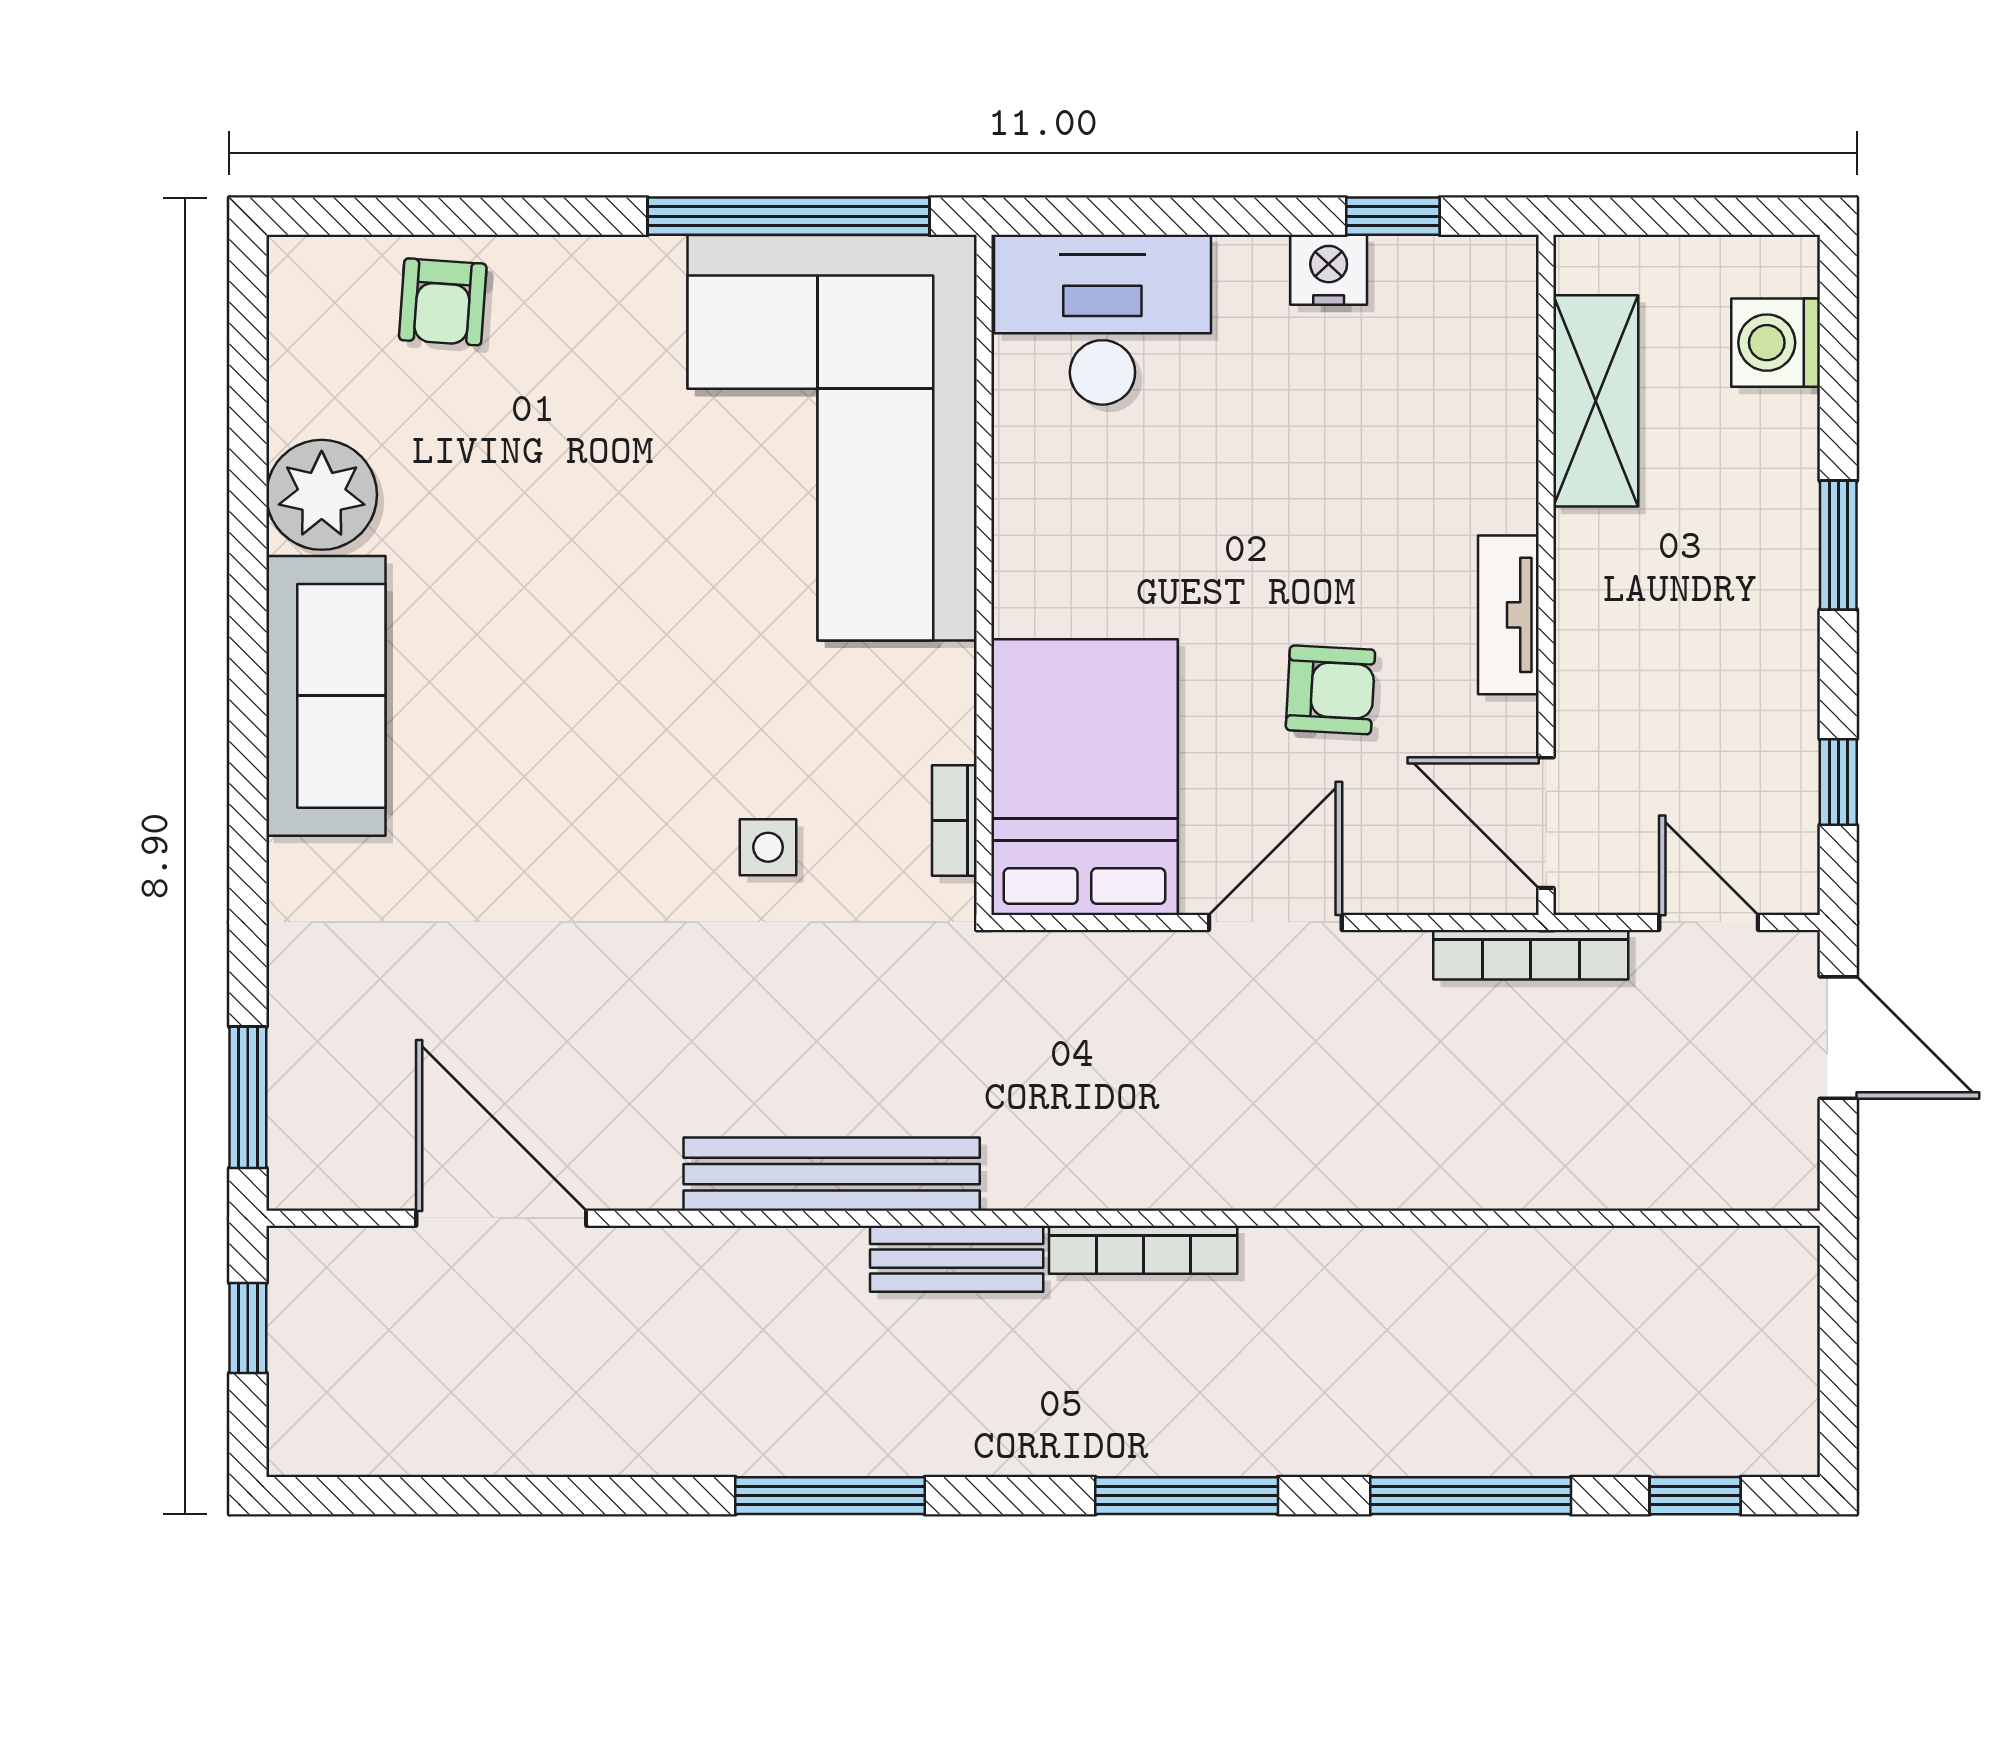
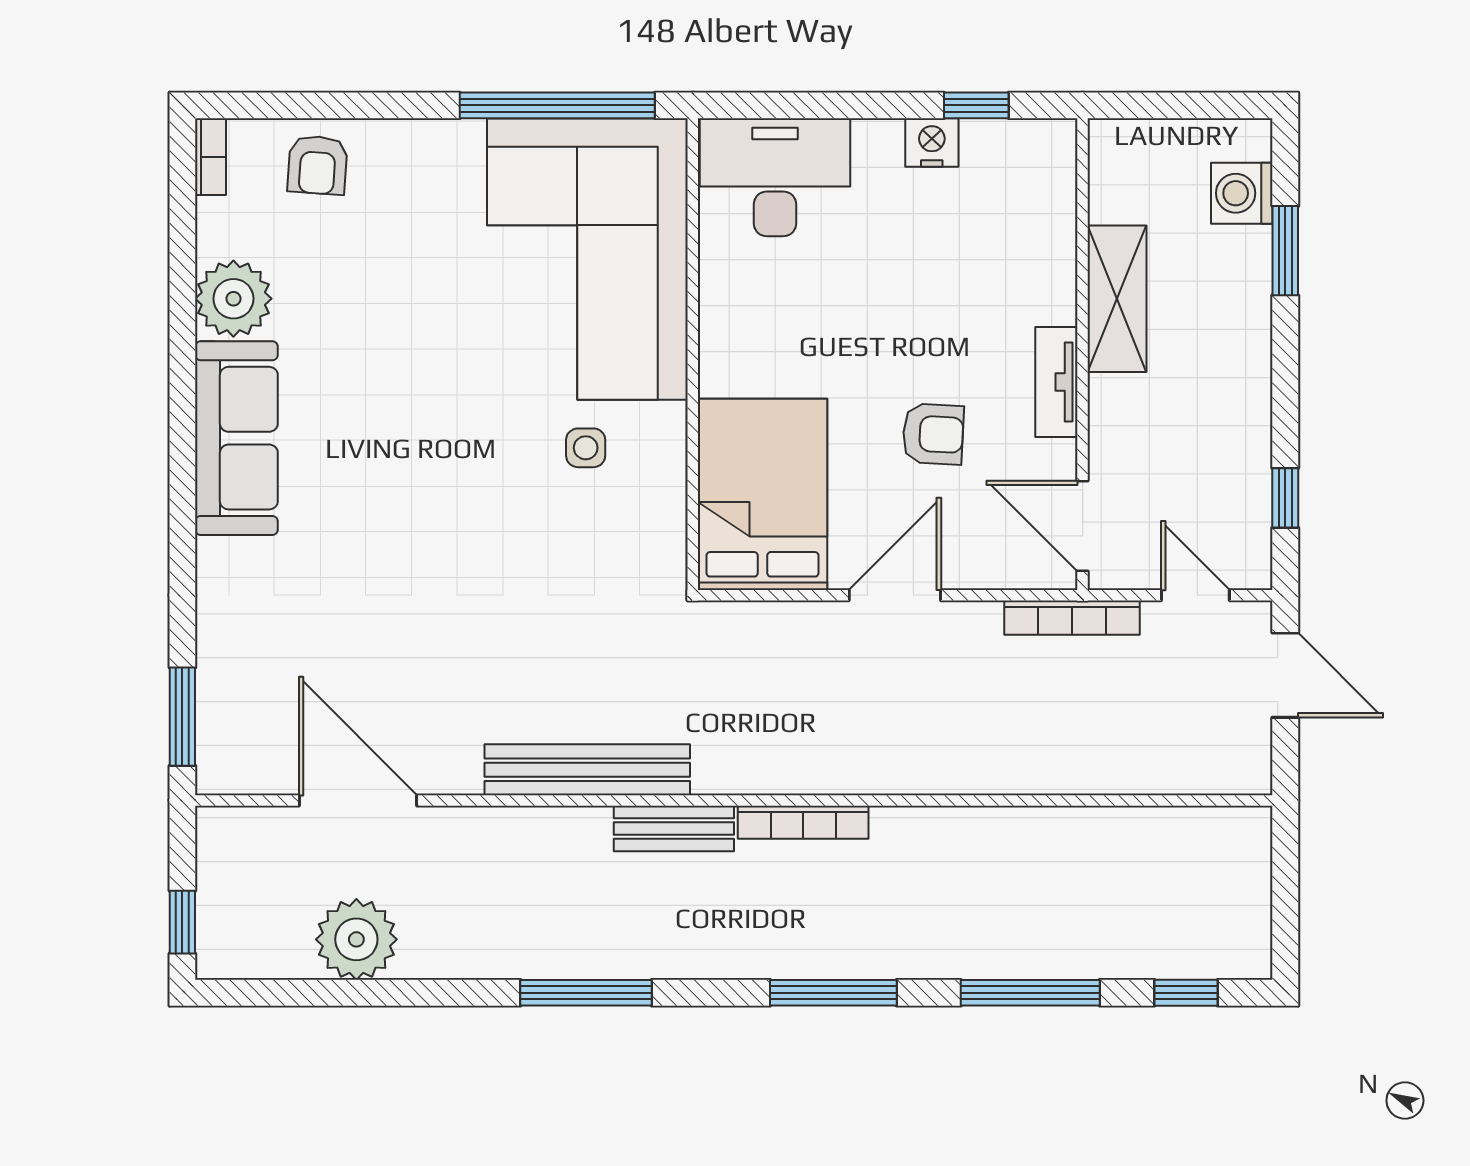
shelving: (1596, 401) -> (1117, 299), moved
window: (1838, 545) -> (1285, 251), moved
bookcase: (954, 821) -> (211, 157), moved, turned 180
side table: (768, 847) -> (586, 448), moved
window: (248, 1328) -> (182, 922), moved
plant: (499, 1419) -> (356, 939), added

